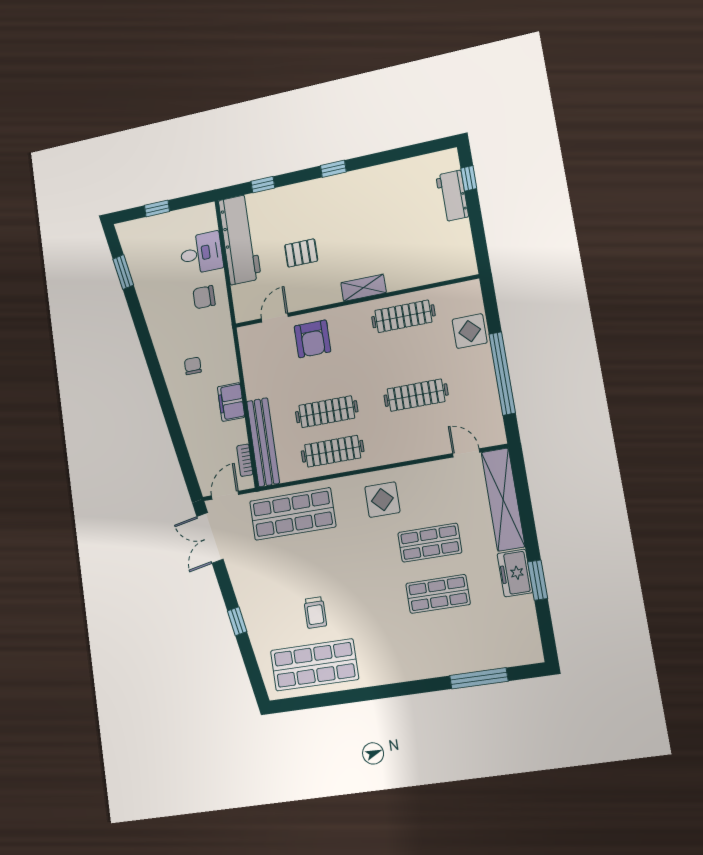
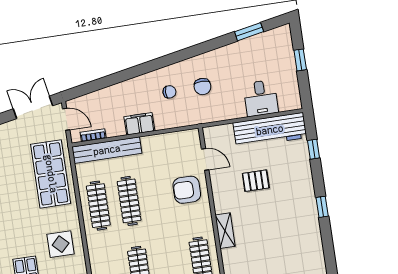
pallet: (301, 253) -> (256, 181), turned 90
chair: (204, 297) -> (202, 87), moved, turned 180

